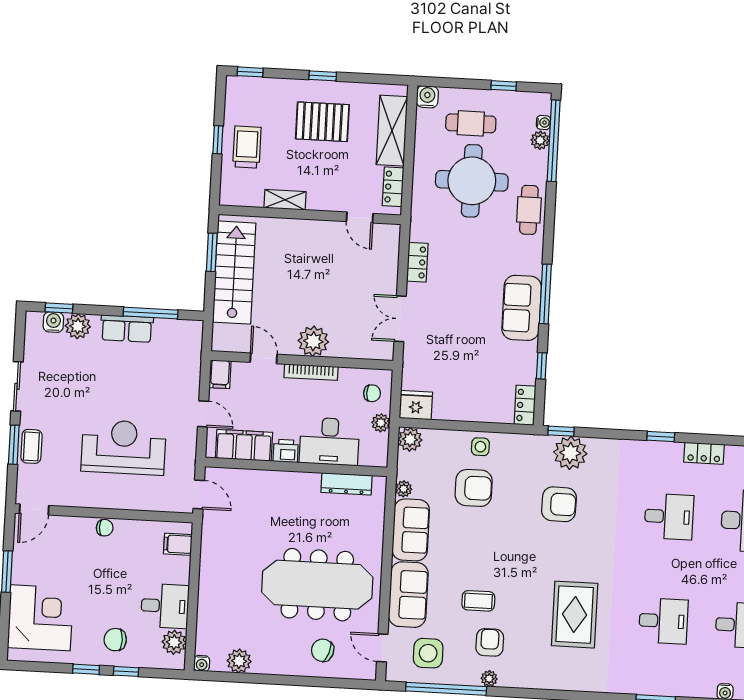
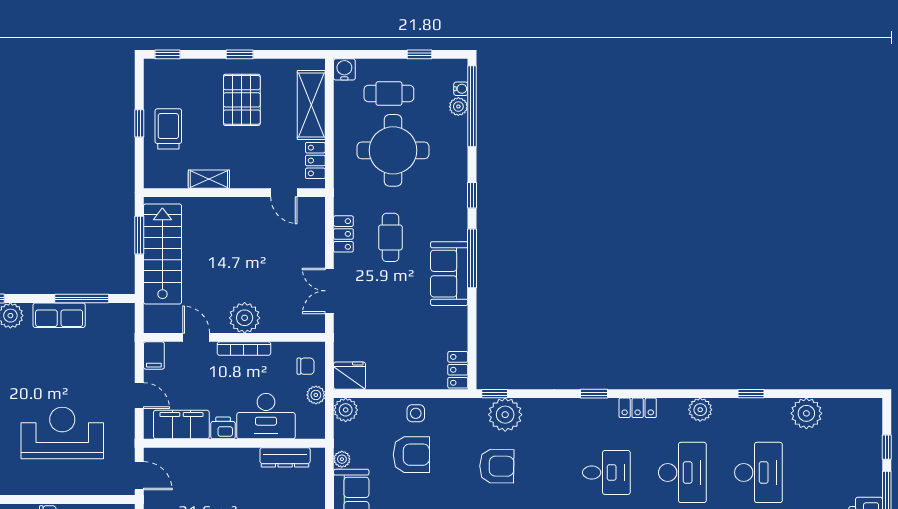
pallet: (322, 122) -> (242, 100), turned 90
cafe table: (529, 210) -> (390, 237), moved
window: (541, 366) -> (472, 195), moved

